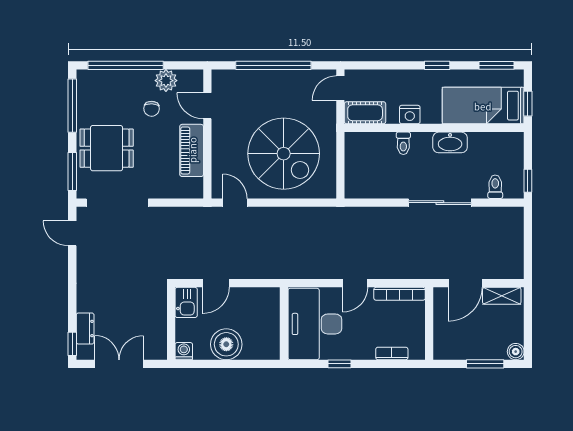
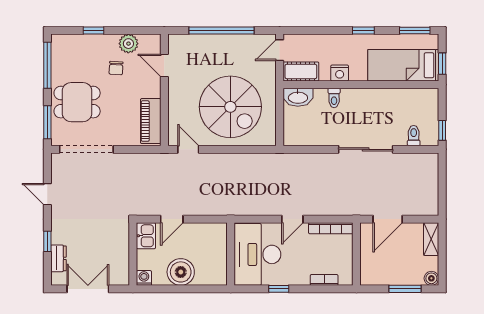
window: (126, 65) -> (93, 31), width x0.32
washbasin: (450, 142) -> (298, 97), moved
piano: (192, 150) -> (151, 121), moved
door: (72, 233) -> (47, 194), moved
shelving: (502, 296) -> (431, 239), moved, turned 90
window: (72, 344) -> (47, 241), moved

